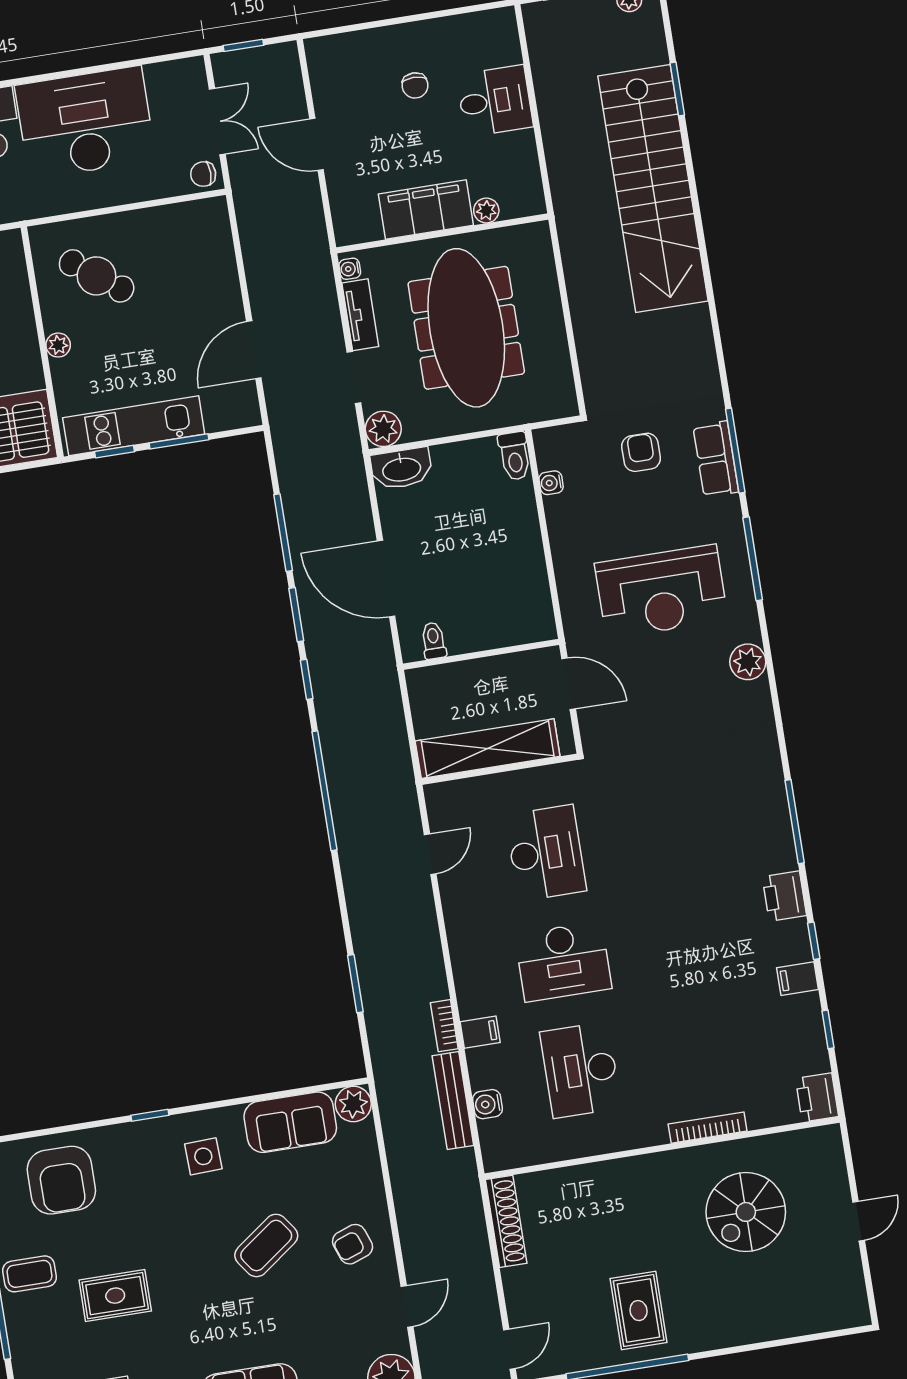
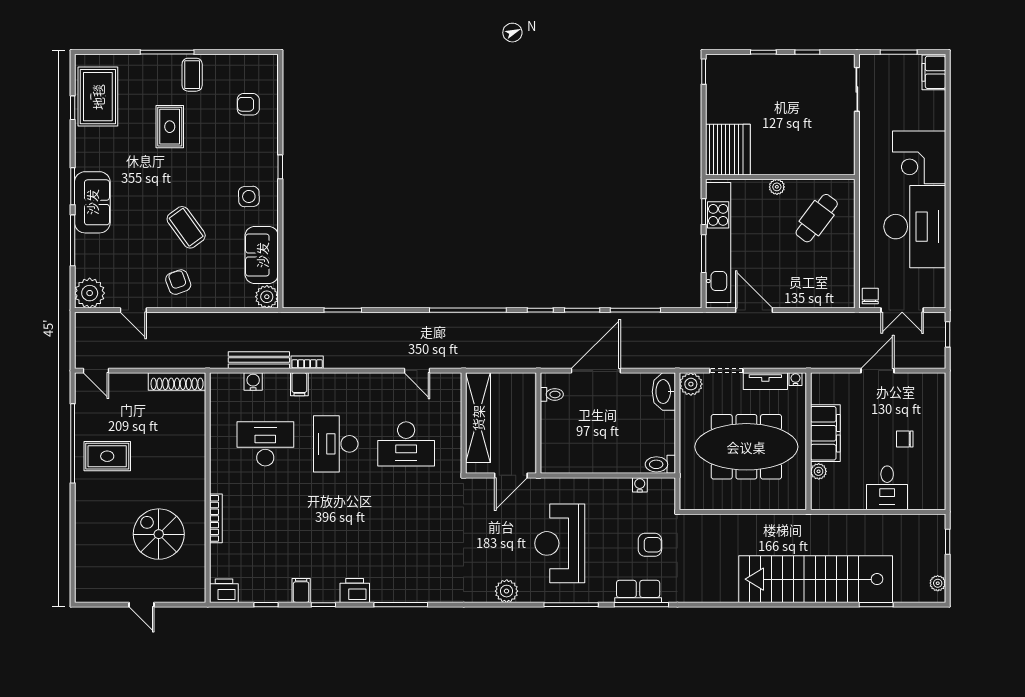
kitchen unit: (134, 426) -> (718, 243), width x1.36
armchair: (61, 1180) -> (248, 104), width x0.53, depth x0.53

